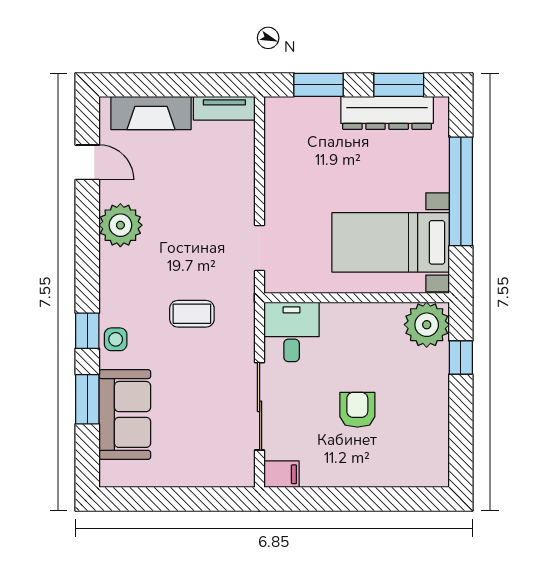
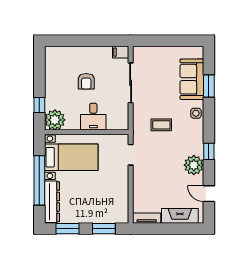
dresser: (387, 113) -> (52, 202), moved, turned 90
window: (87, 331) -> (209, 151), moved
desk: (292, 332) -> (93, 117), moved

